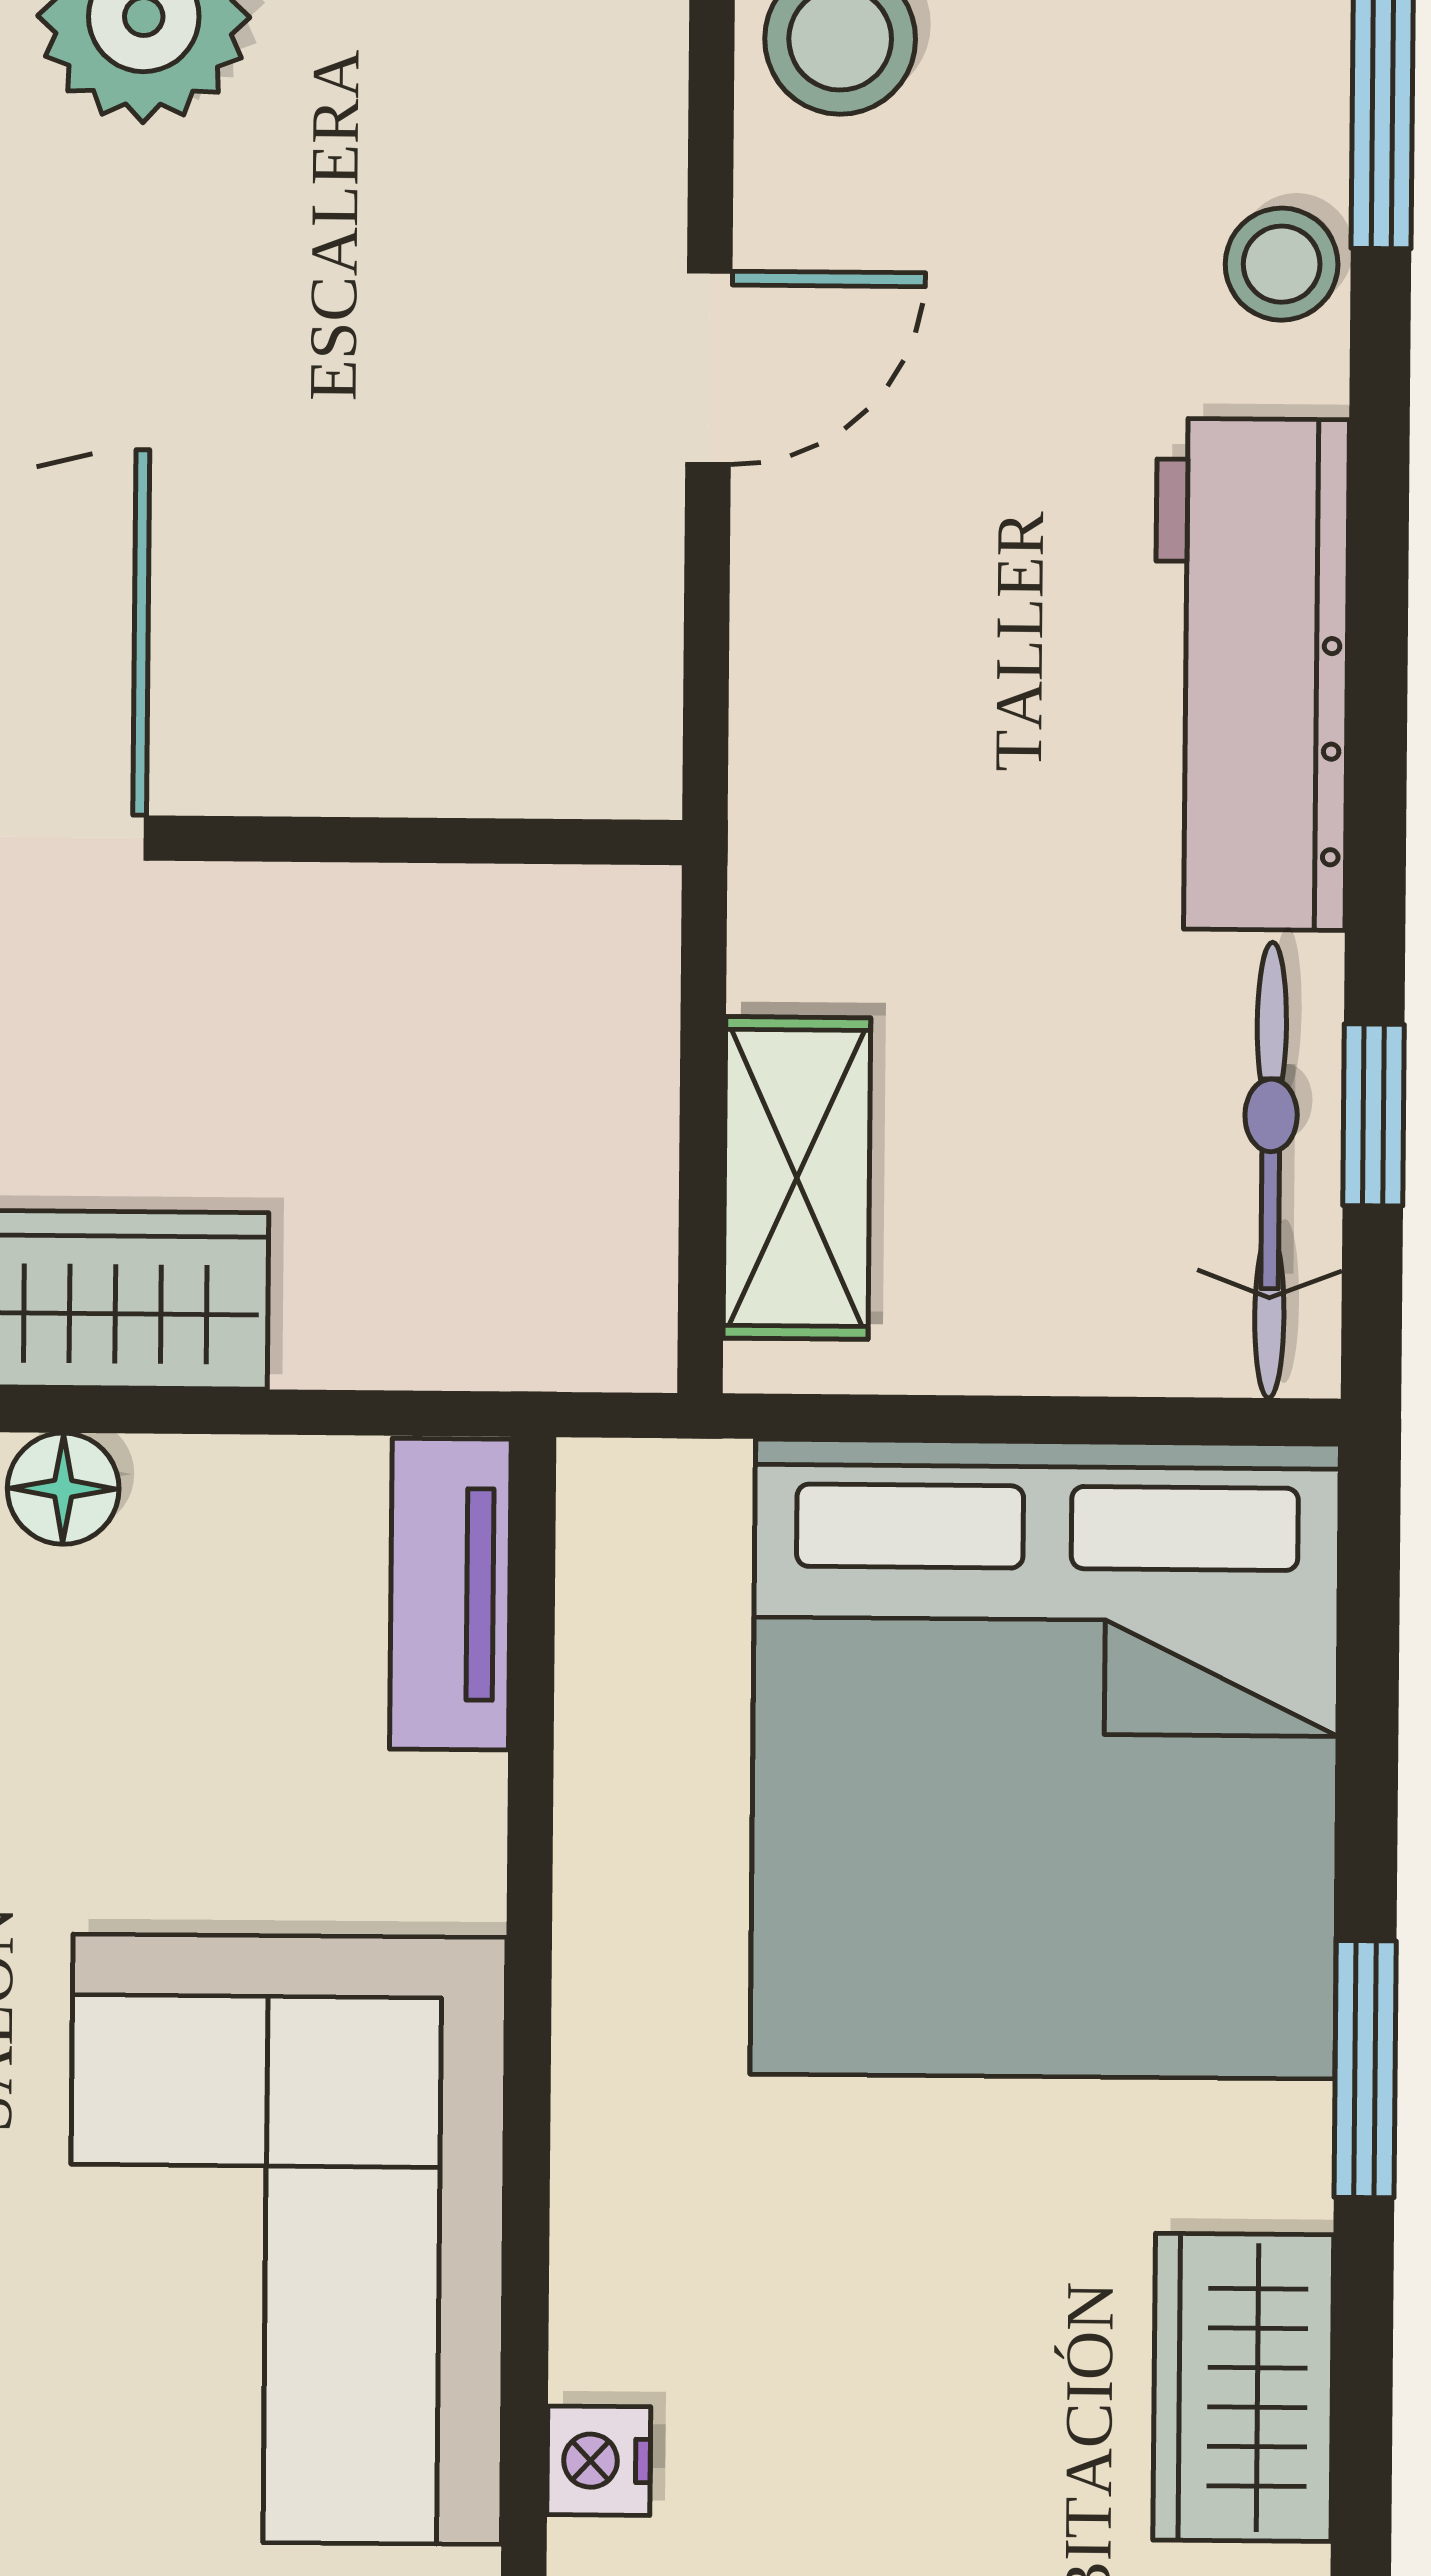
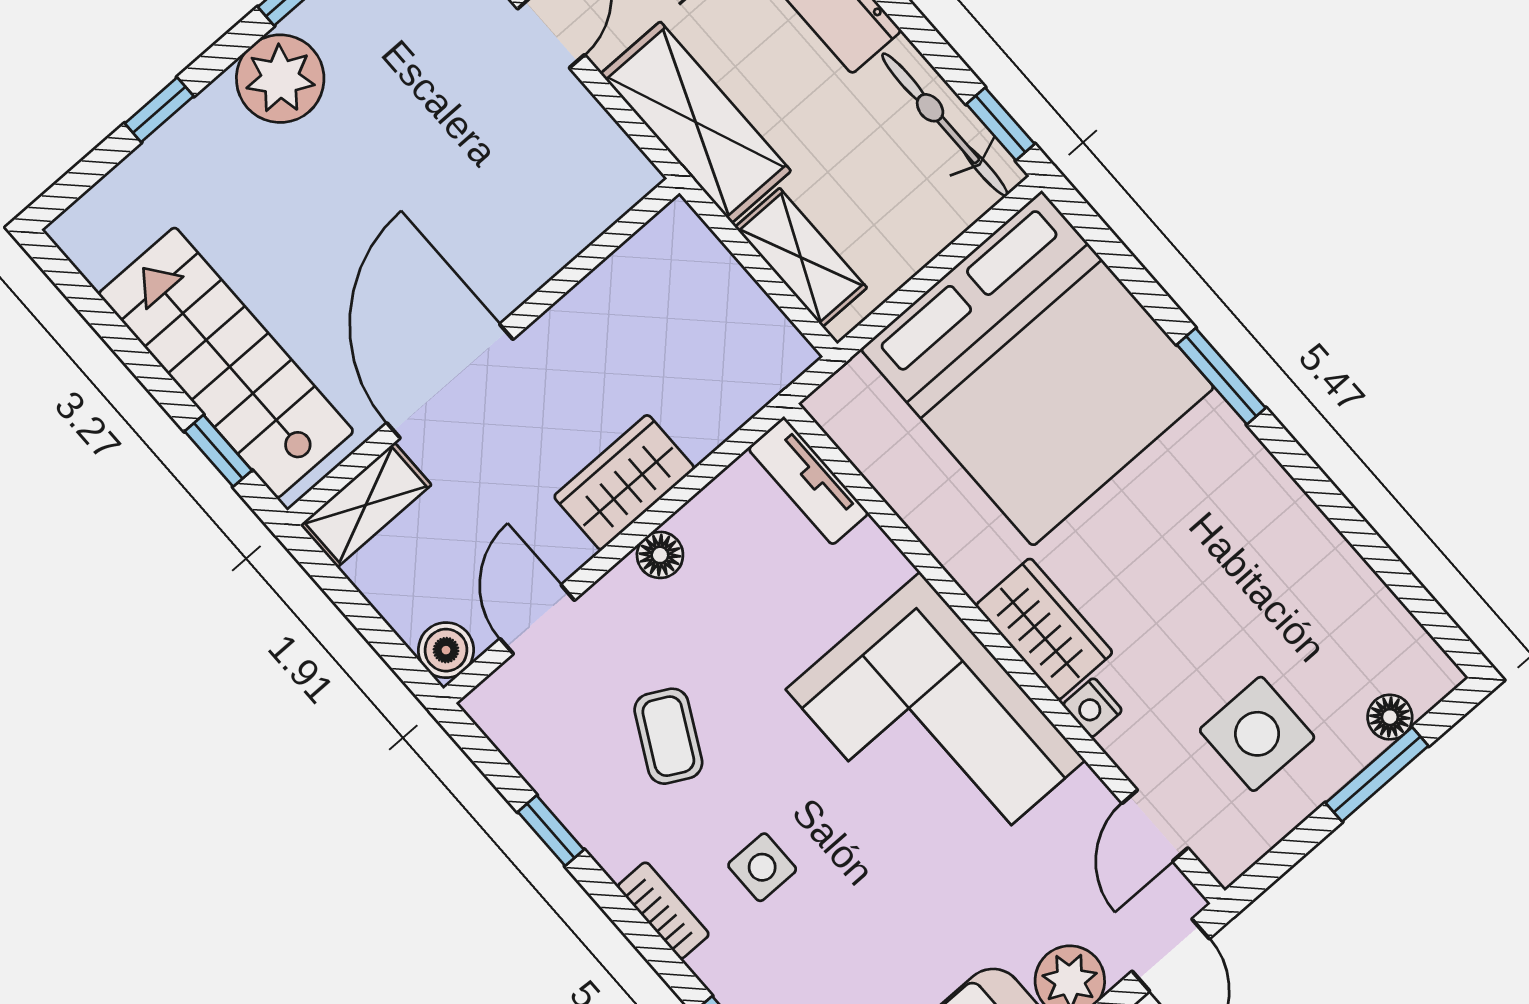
shelving: (824, 764) -> (696, 122), added
window: (1373, 1115) -> (1000, 124), moved
wardrobe: (1243, 2387) -> (1044, 629), moved, turned 180

